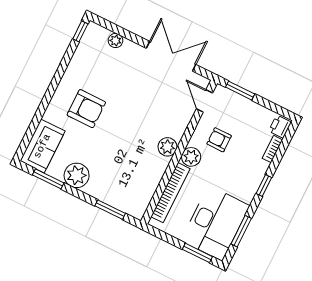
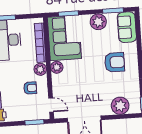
plant: (115, 41) -> (120, 106), width x1.88, depth x1.88
armchair: (86, 109) -> (115, 62), turned 180
corner sofa: (134, 180) -> (64, 38), added

